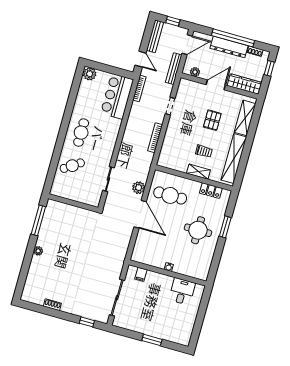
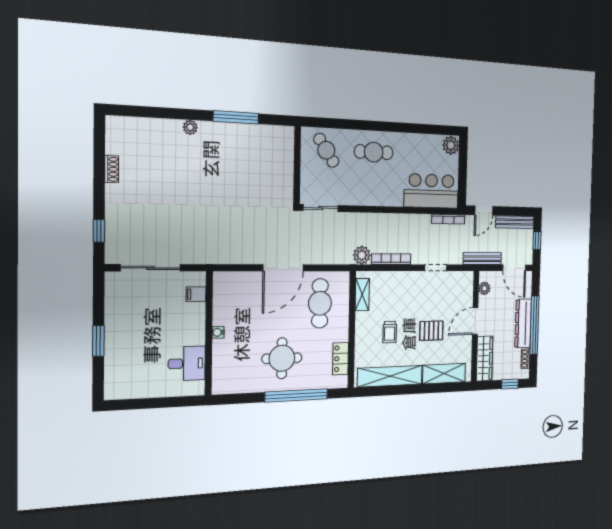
door: (216, 85) -> (475, 321), swing flipped
shelving: (198, 172) -> (362, 294), moved
plant: (139, 188) -> (362, 255), moved
wall: (73, 203) -> (297, 165), moved
window: (225, 227) -> (296, 395), width x2.11

